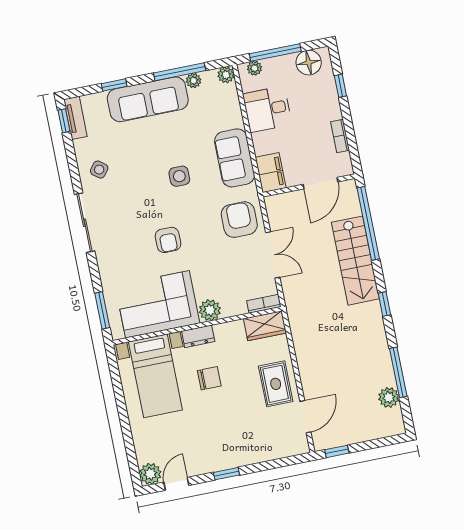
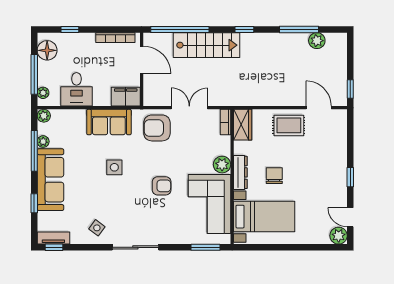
bookcase: (340, 136) -> (115, 38), width x1.56
dresser: (198, 336) -> (240, 172), width x1.44

